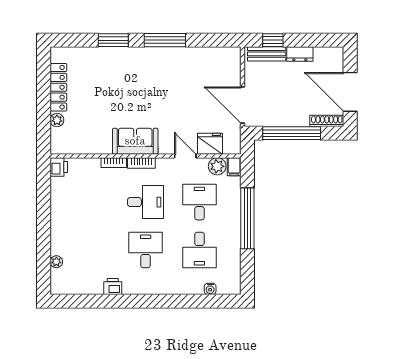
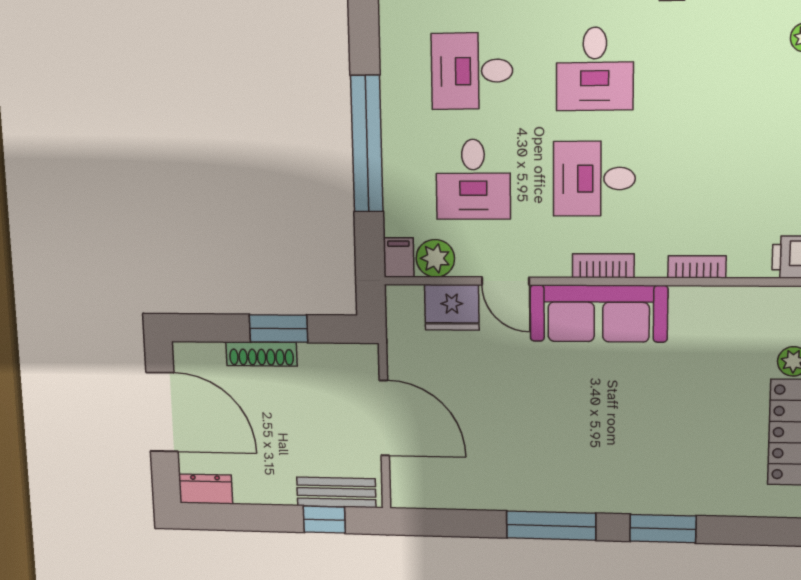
dresser: (300, 54) -> (206, 489), moved
door: (243, 105) -> (384, 418), moved
shoe rack: (327, 121) -> (261, 354), moved
window: (292, 133) -> (278, 329), width x0.47
sofa: (135, 141) -> (599, 313), width x1.36
bookcase: (114, 163) -> (697, 267), moved
desk: (199, 250) -> (472, 71), turned -90

